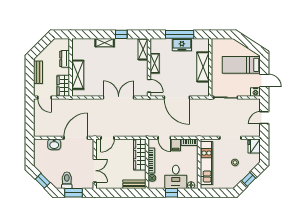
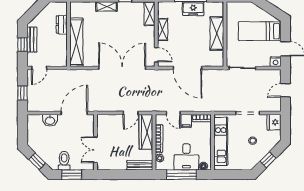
shelving: (78, 75) -> (76, 42), width x1.47
window: (30, 77) -> (23, 45), added
wardrobe: (63, 86) -> (60, 55), removed
door: (45, 98) -> (39, 68), hinge flipped
double door: (119, 98) -> (122, 68), width x1.36
window: (30, 120) -> (23, 93), added
door: (107, 138) -> (131, 113), moved
double door: (95, 171) -> (95, 150), swing flipped
window: (172, 193) -> (182, 175), width x2.17

